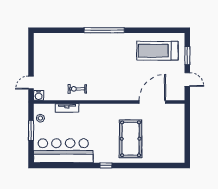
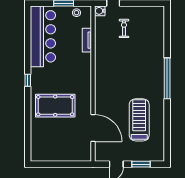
treadmill: (157, 51) -> (139, 120), moved
exercise bike: (77, 89) -> (124, 28), moved

